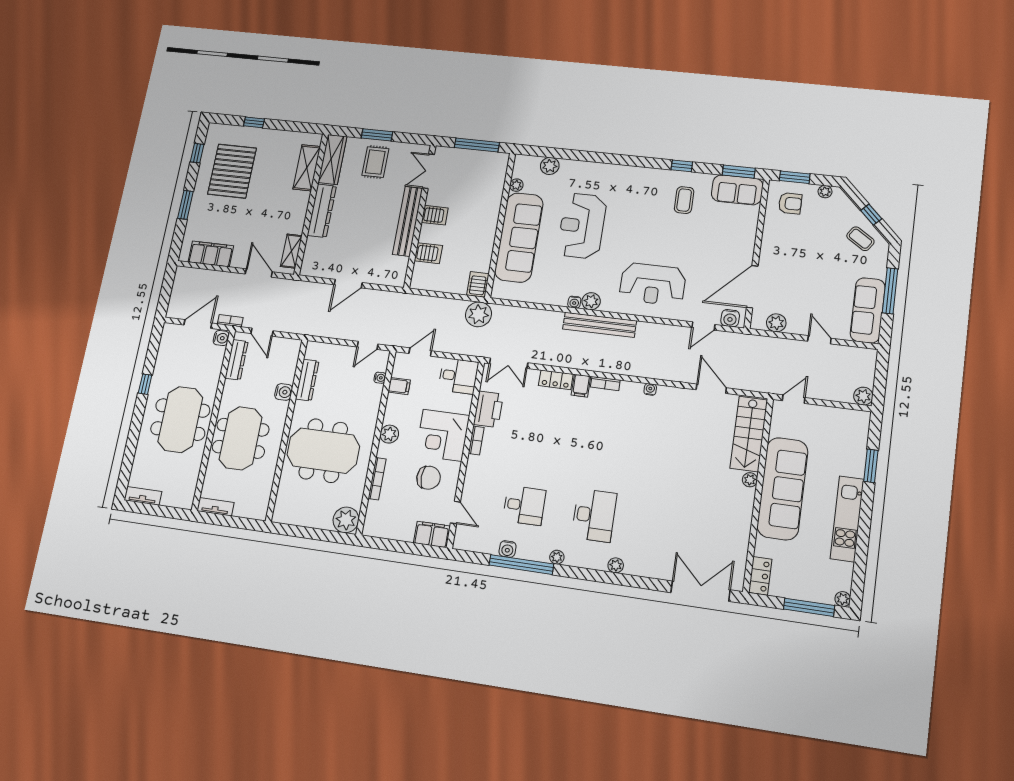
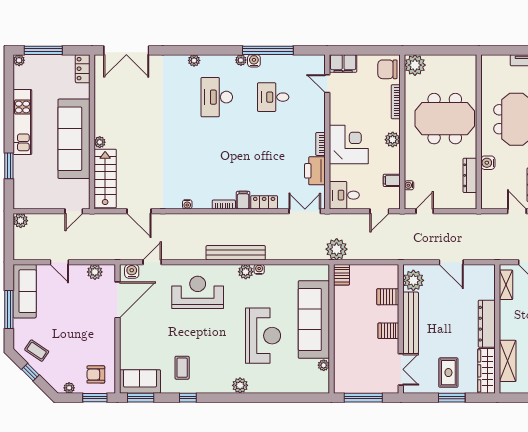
plant: (550, 166) -> (240, 385), moved
plant: (395, 268) -> (413, 280), added
door: (348, 284) -> (451, 262), swing flipped
chair: (429, 478) -> (387, 69), moved
water cooler: (508, 549) -> (254, 61), moved

